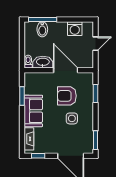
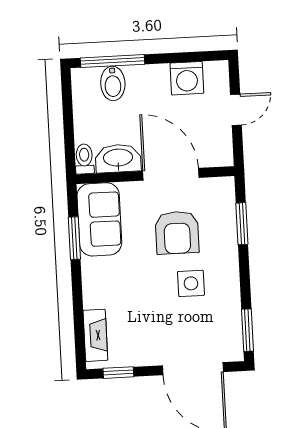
armchair: (67, 96) -> (177, 233), turned -90
sofa: (33, 111) -> (99, 219), moved

